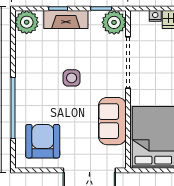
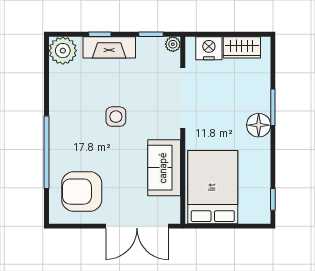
nightstand: (155, 16) -> (209, 48), width x1.89, depth x1.79
plant: (114, 22) -> (173, 44), width x0.53, depth x0.53
armchair: (43, 141) -> (82, 192), turned -90

